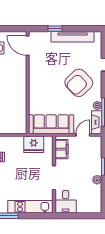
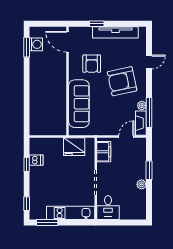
armchair: (50, 66) -> (92, 64), added
armchair: (79, 83) -> (122, 81), turned 31
sofa: (51, 124) -> (79, 104), moved, turned 90

